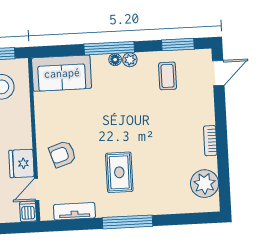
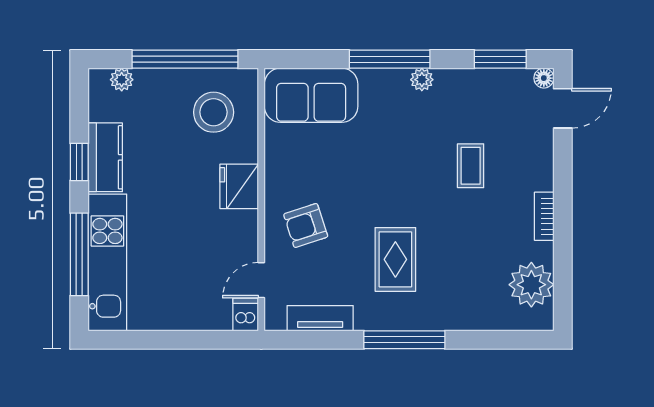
floor lamp: (115, 60) -> (544, 78), moved
coffee table: (168, 76) -> (471, 166), moved
fridge: (21, 163) -> (239, 186), moved

